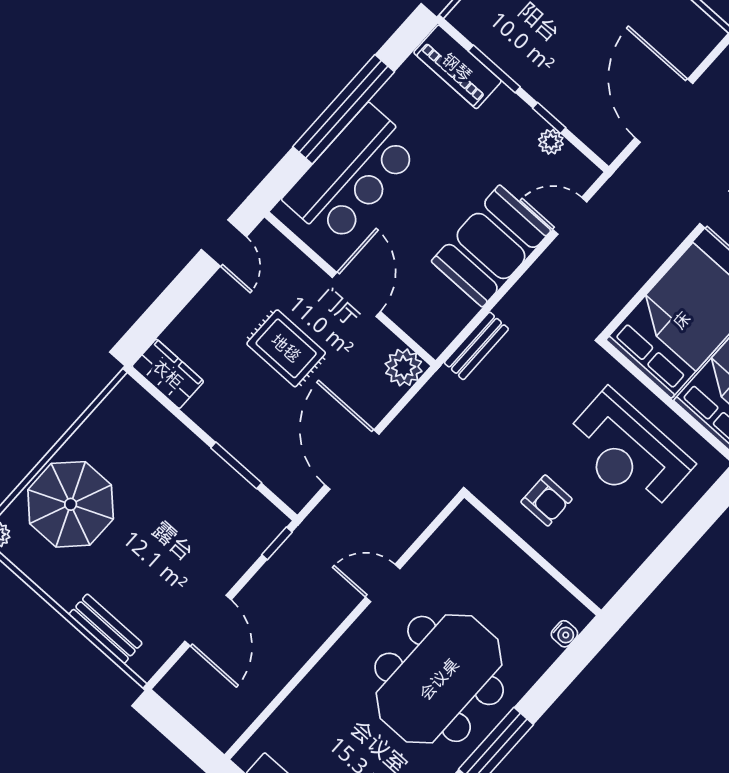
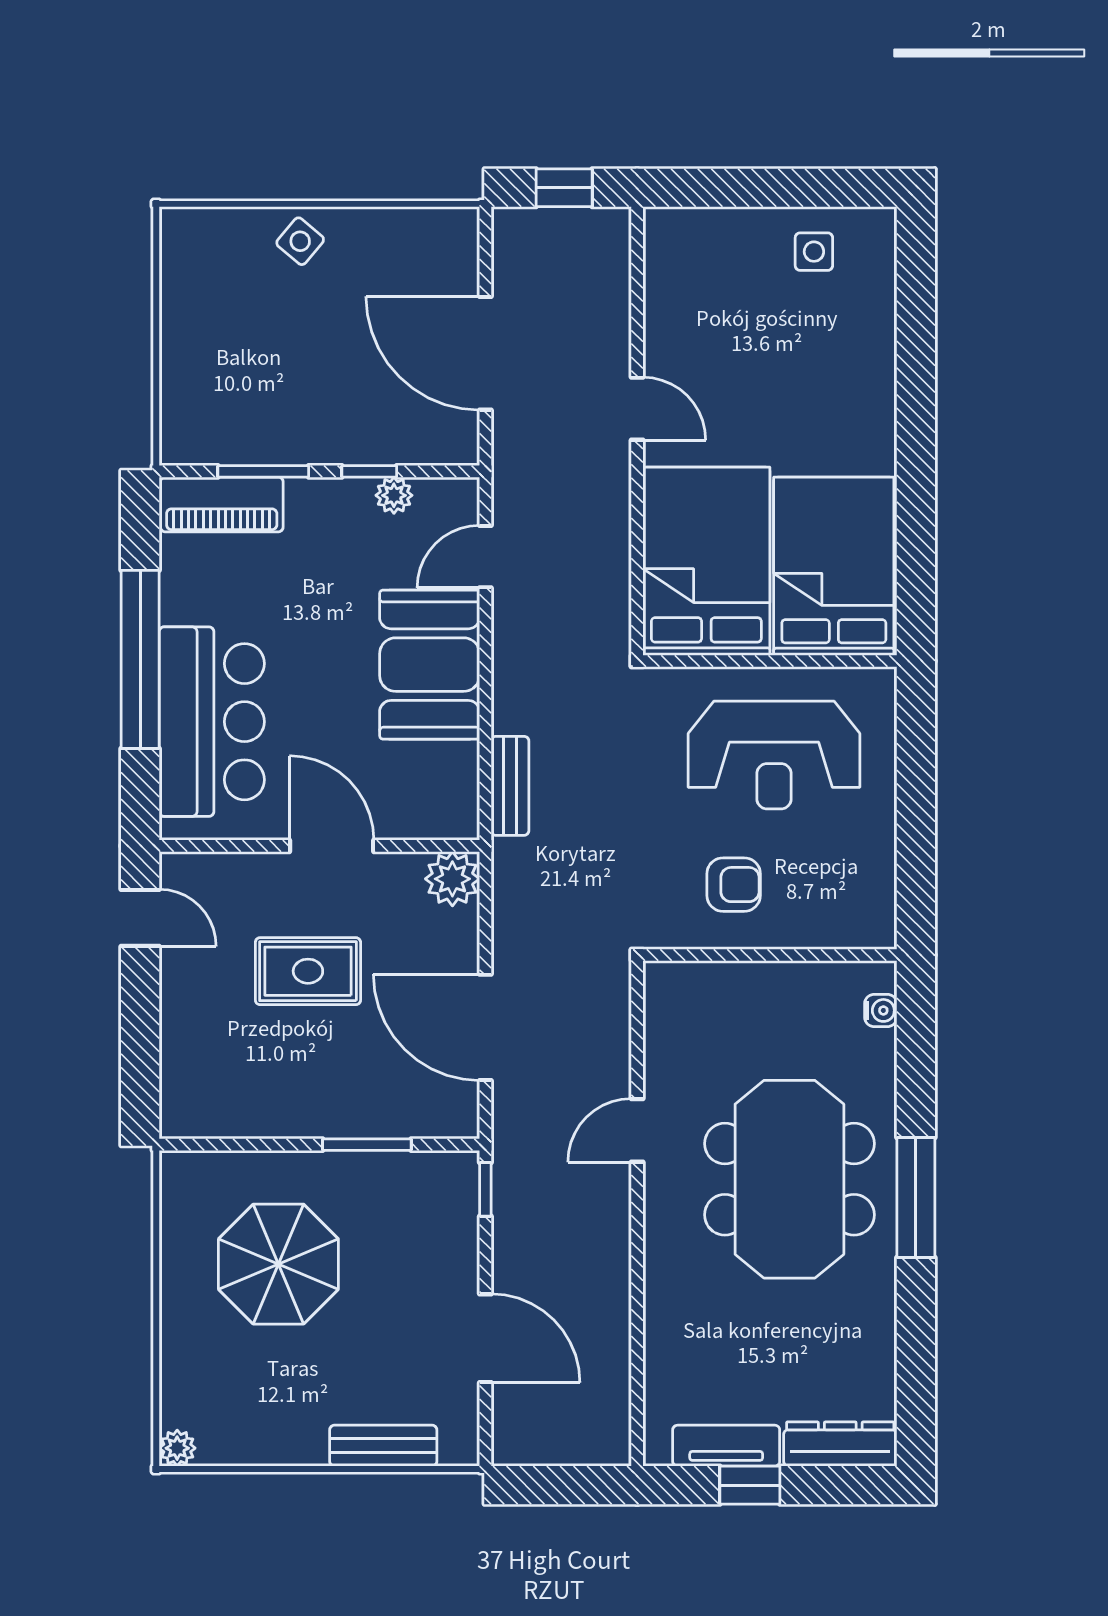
wardrobe: (168, 374) -> (205, 1112), removed
parasol: (71, 504) -> (278, 1264), moved

